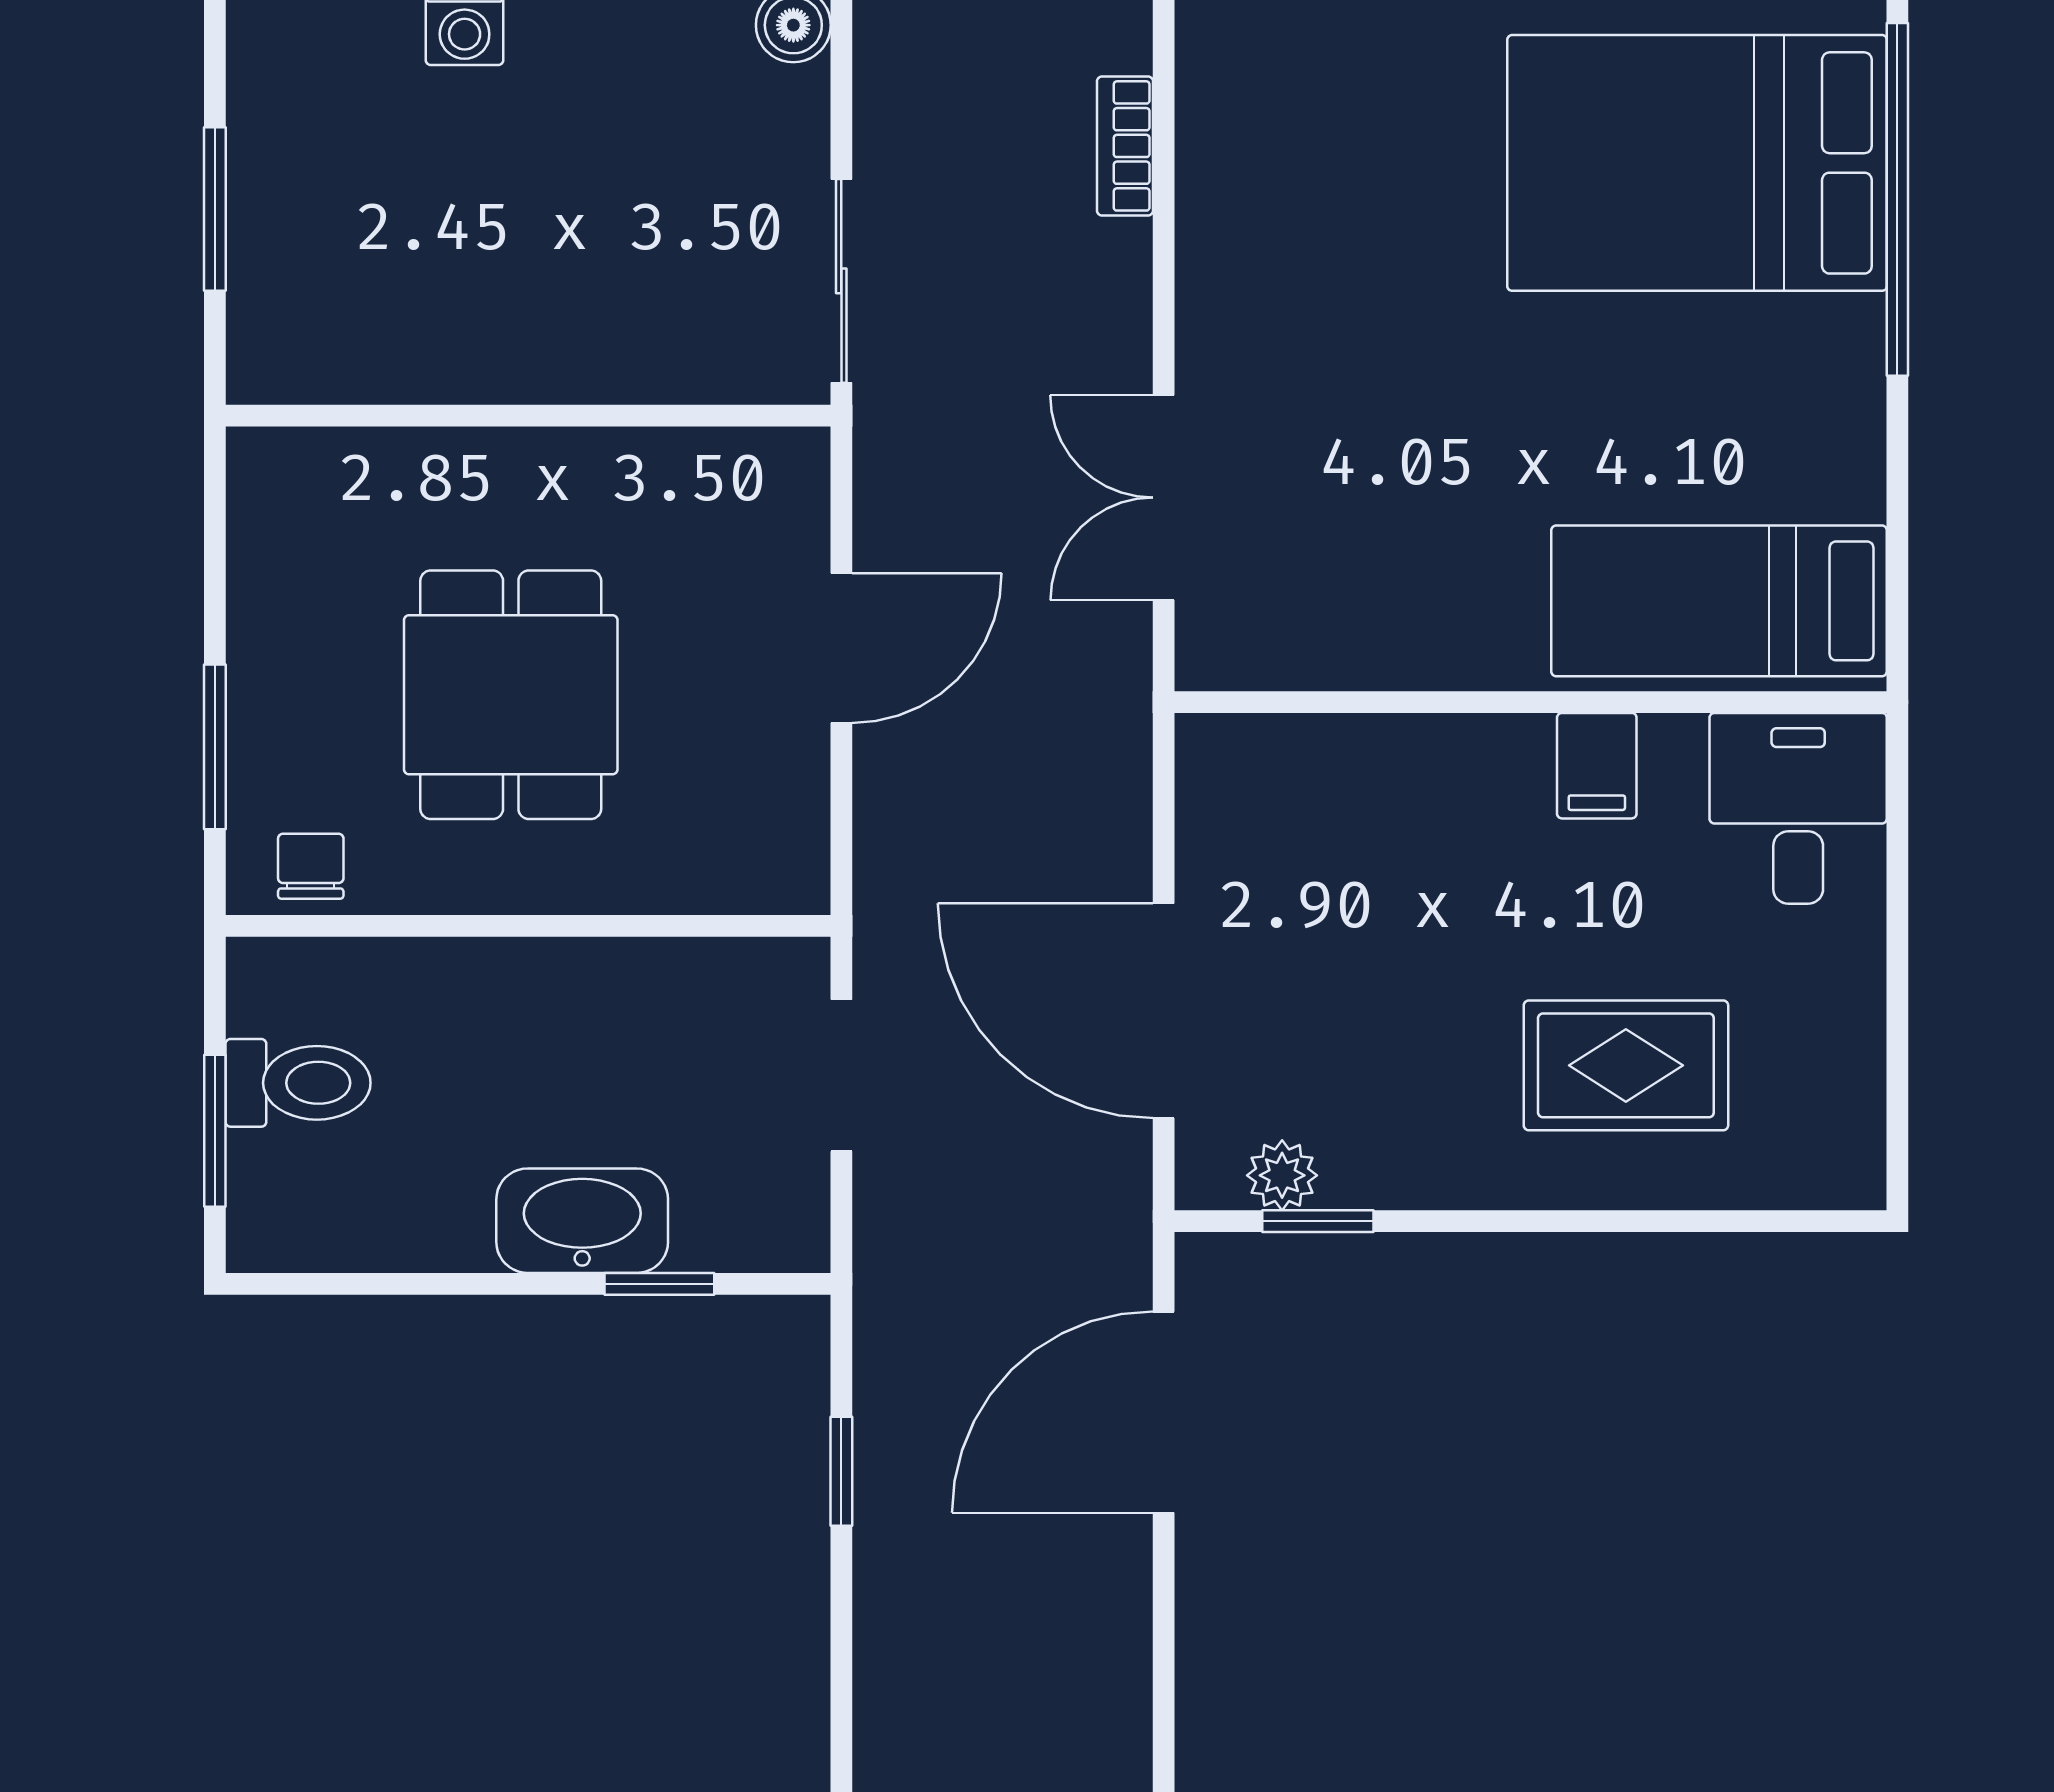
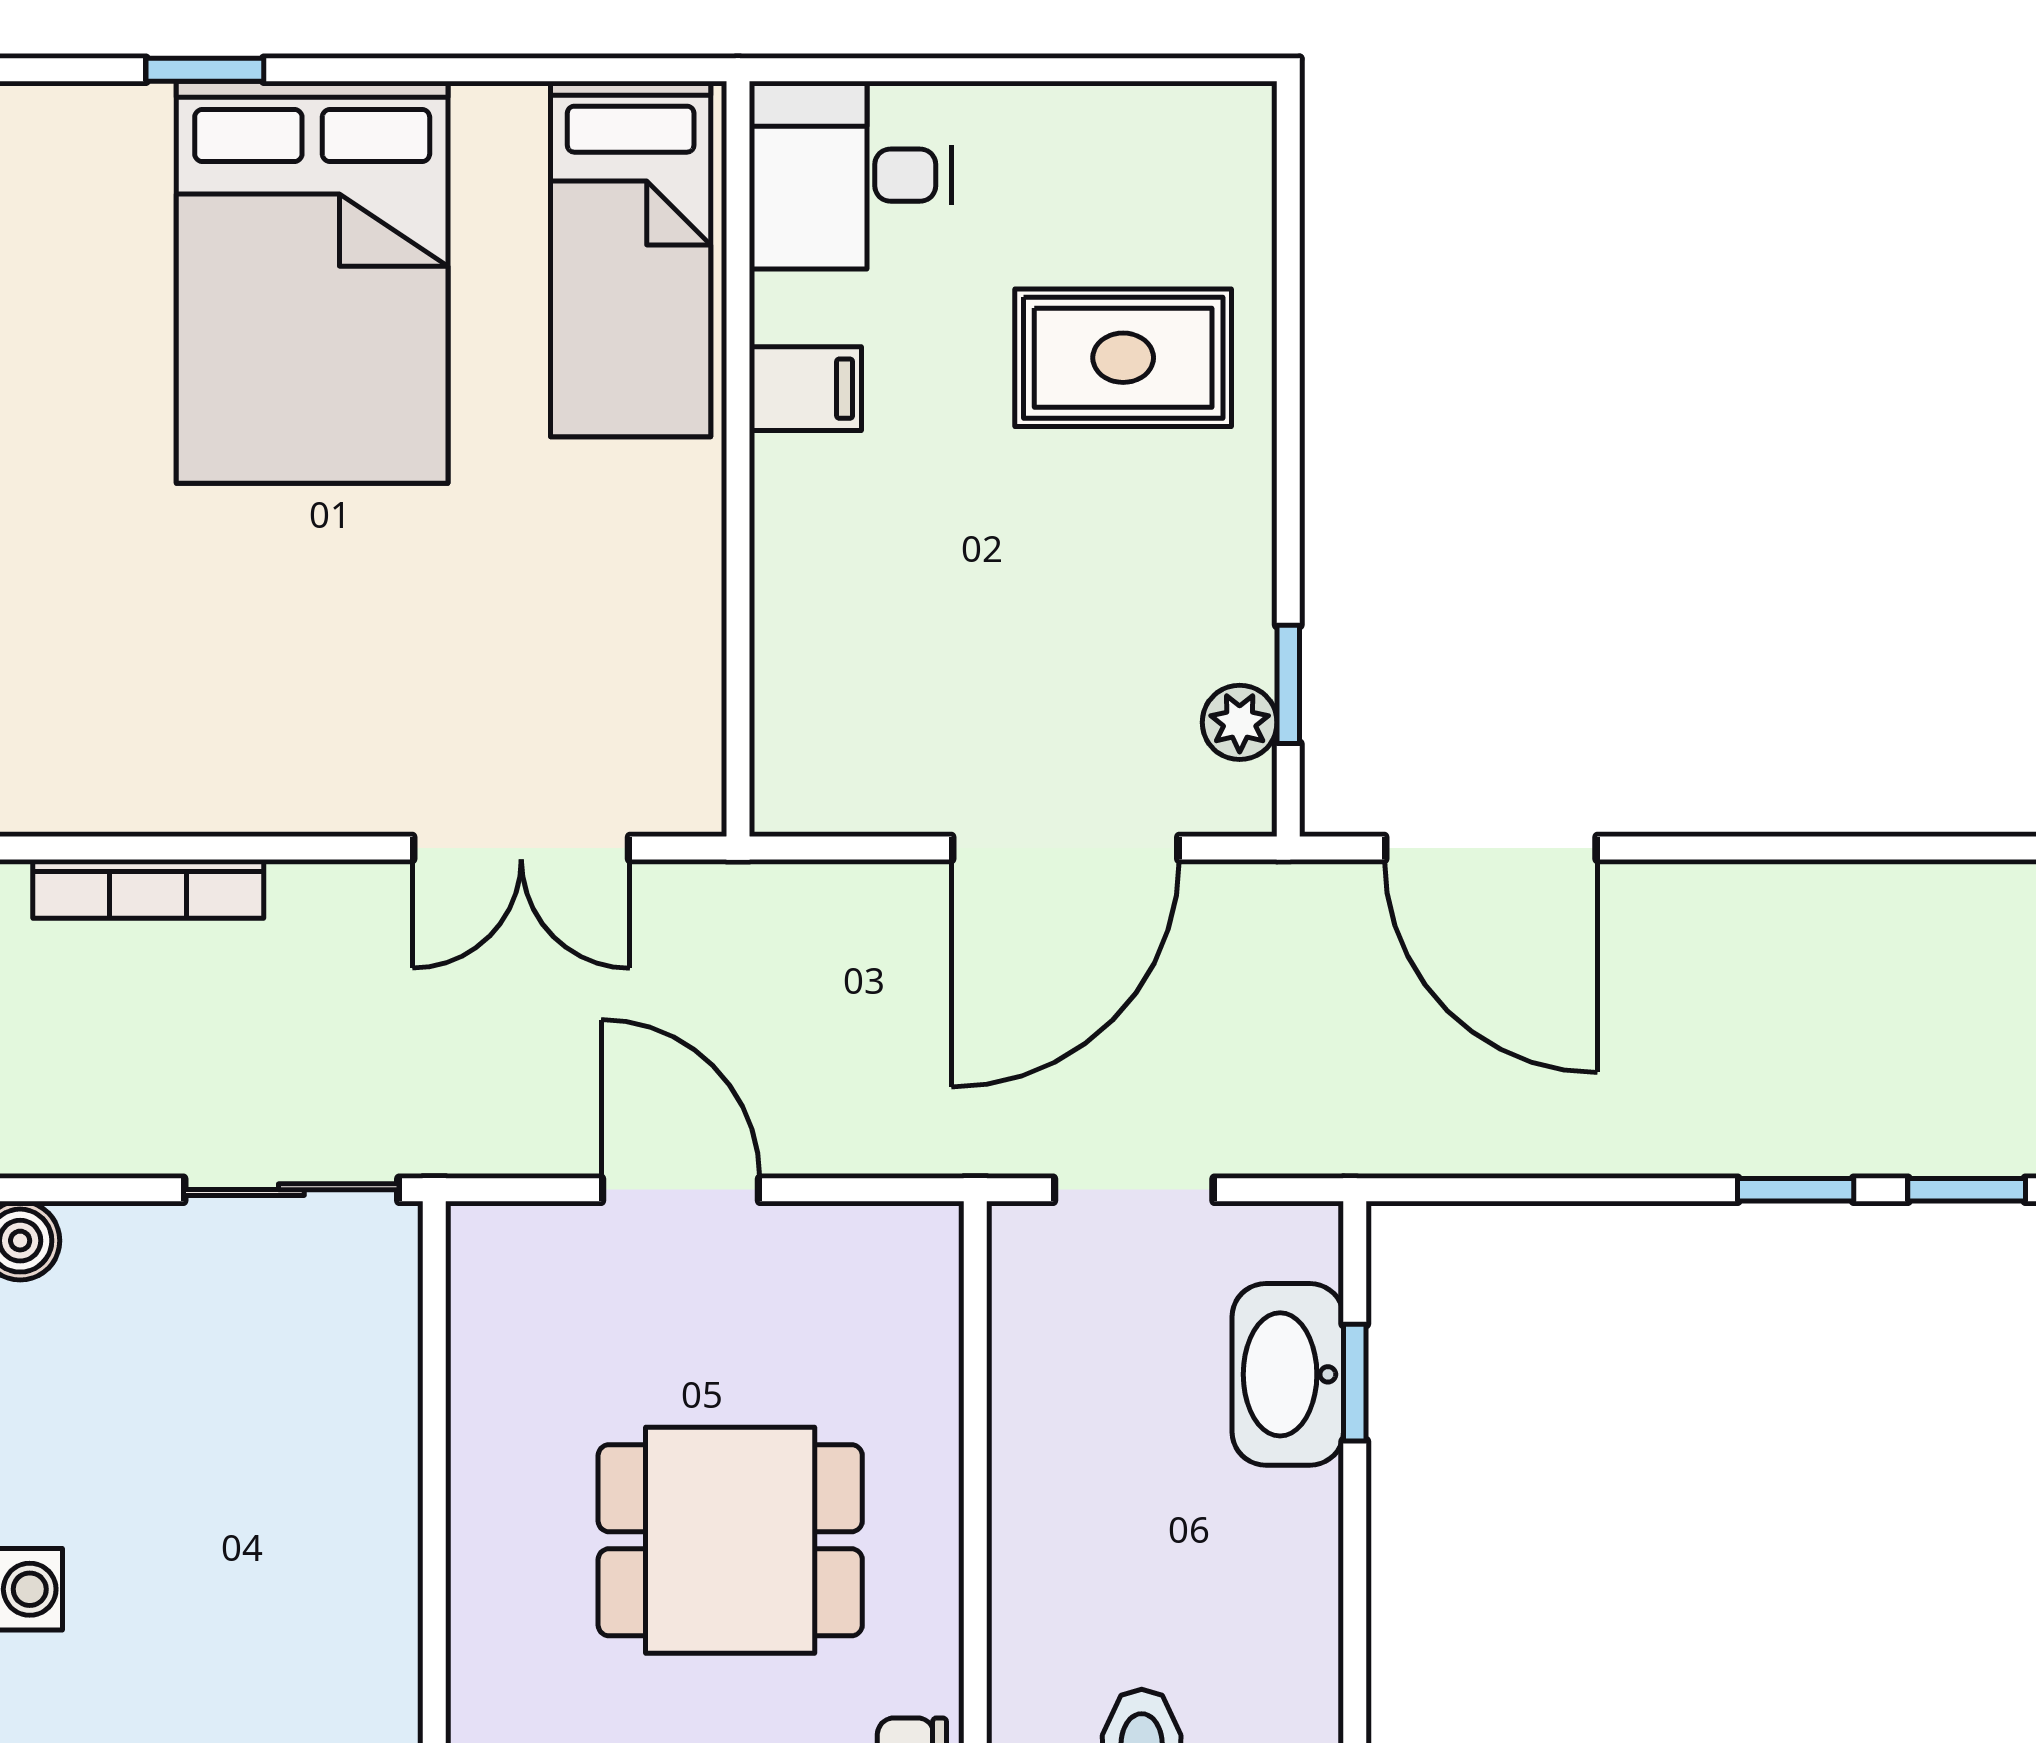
bookcase: (1125, 146) -> (148, 889), width x1.56
bed: (1697, 163) -> (312, 282), moved
window: (1897, 199) -> (205, 70), width x0.32
rug: (1626, 1065) -> (1123, 358), turned 90
washbasin: (582, 1221) -> (1288, 1374), moved
window: (841, 1471) -> (1796, 1190), moved

